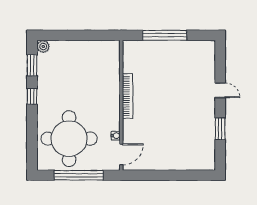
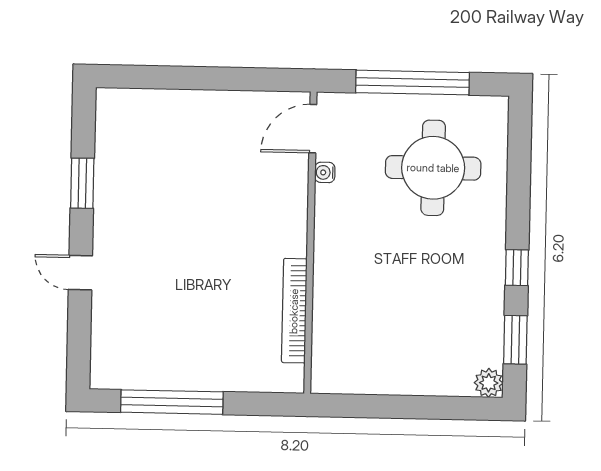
window: (165, 35) -> (172, 402), moved
bookcase: (128, 96) -> (294, 311), moved
round table: (69, 139) -> (433, 168), width x0.73, depth x0.73

